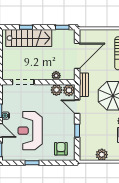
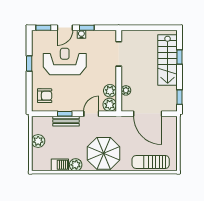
bench: (84, 85) -> (66, 121), moved

